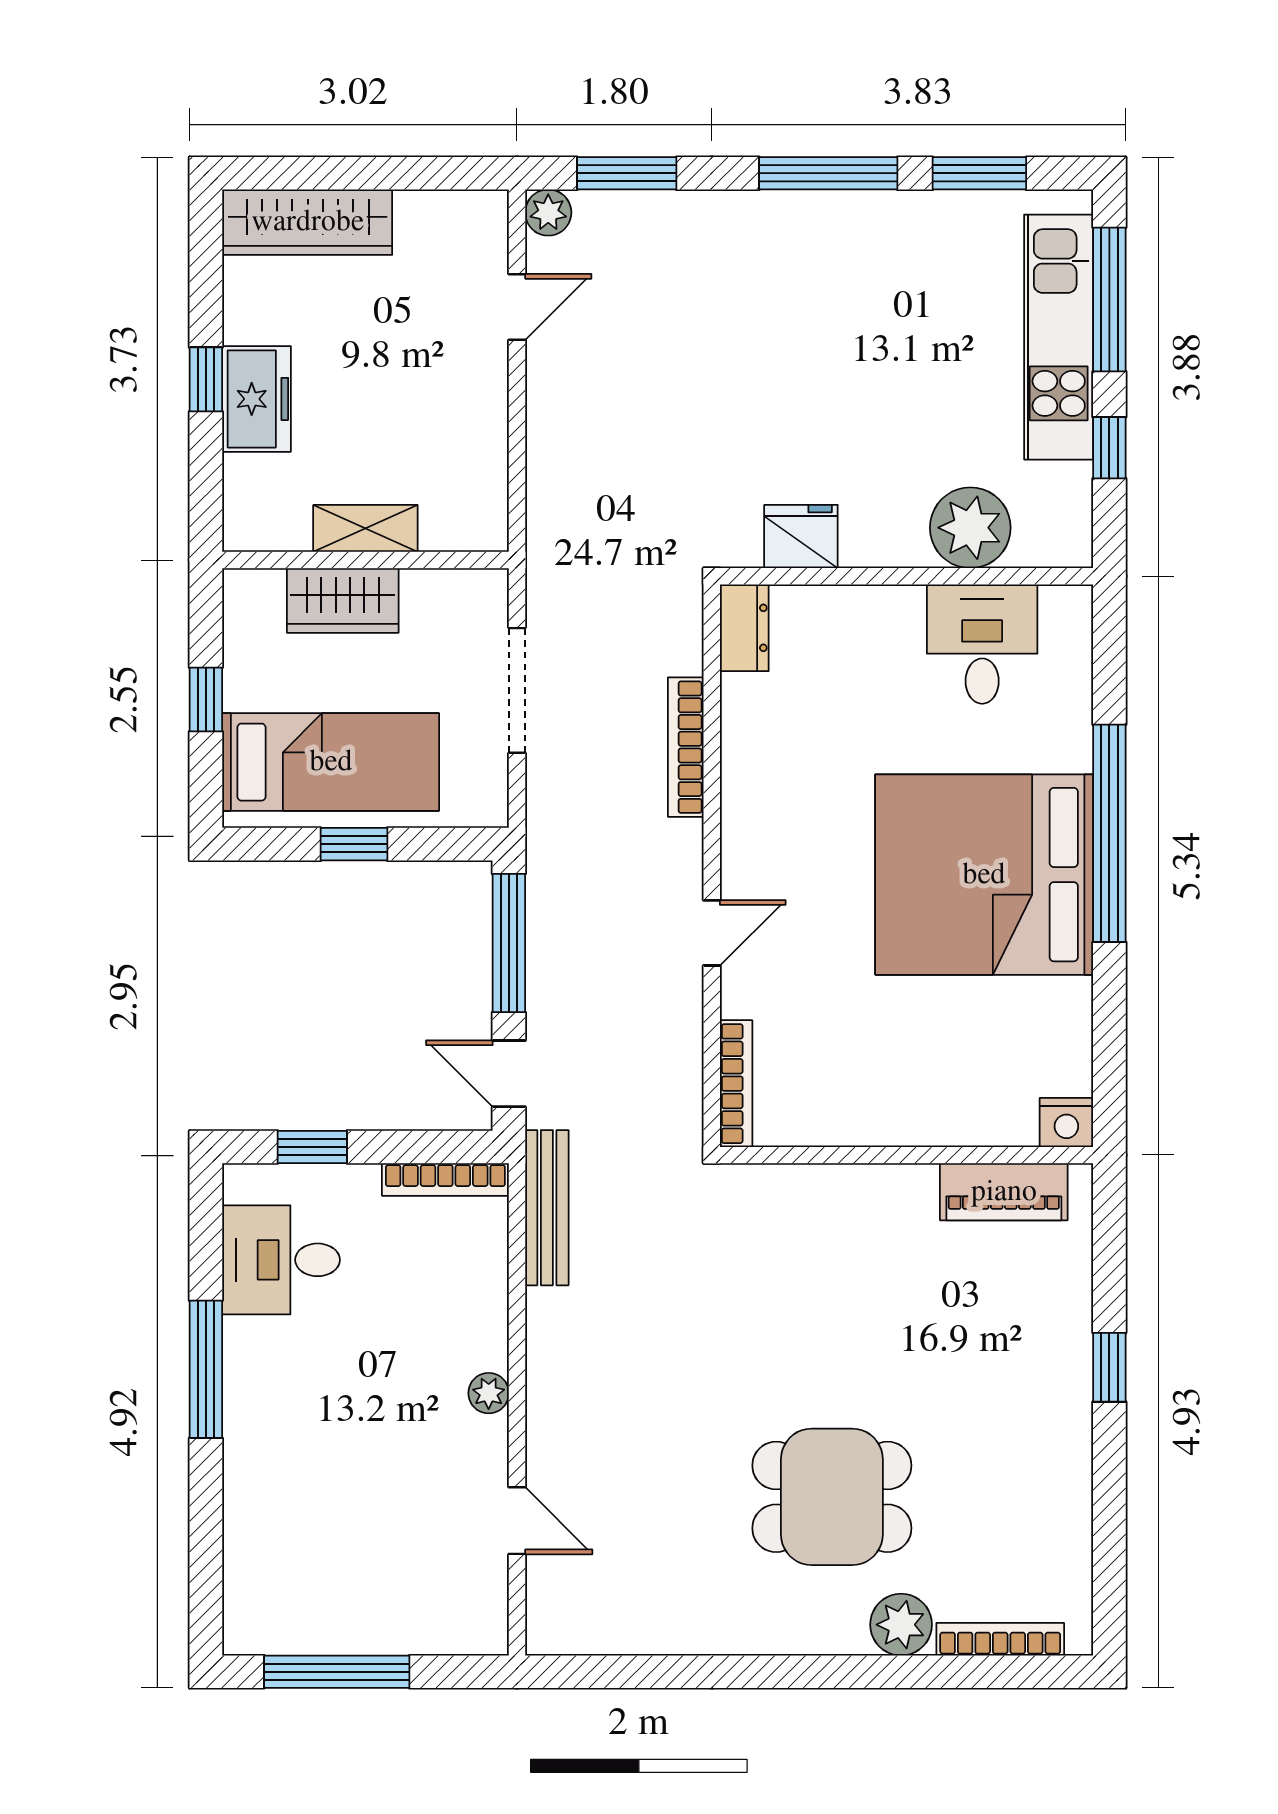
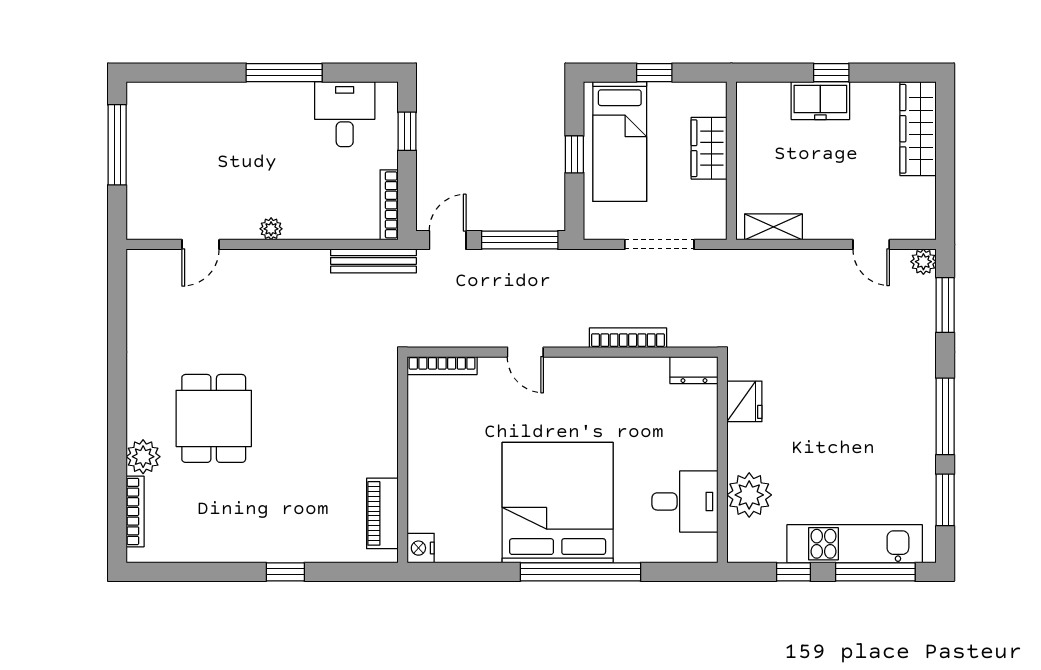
shelving: (365, 528) -> (773, 227), moved, turned 90

